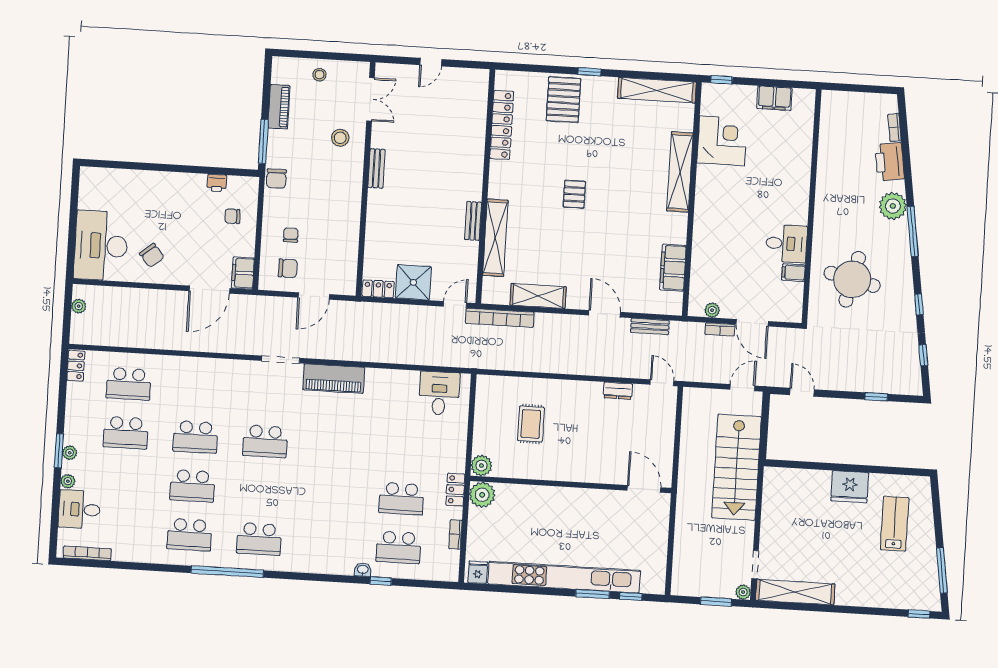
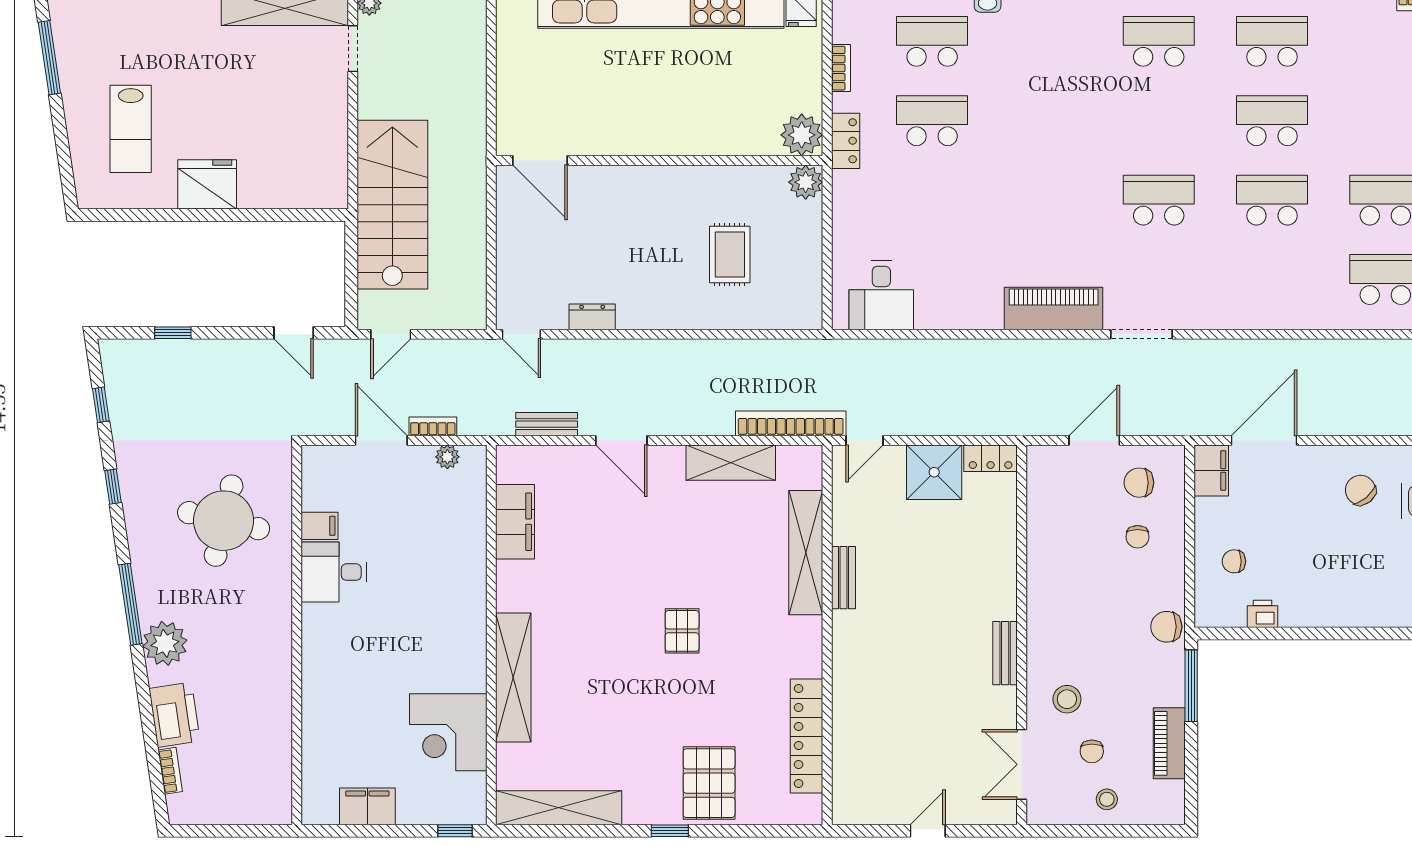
chair: (327, 105) -> (1092, 751), added
chair: (276, 179) -> (1166, 627), turned -90
chair: (232, 216) -> (1234, 561), turned 180

